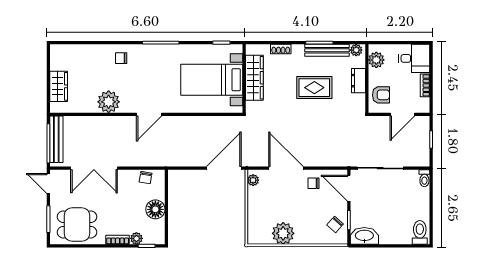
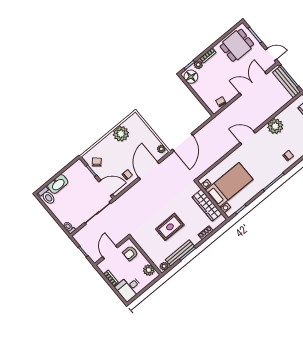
dresser: (358, 81) -> (149, 251), removed
door: (149, 114) -> (248, 138), hinge flipped
door: (286, 168) -> (149, 170), swing flipped
floor lamp: (155, 209) -> (191, 77), moved
washbasin: (364, 236) -> (58, 184), moved

